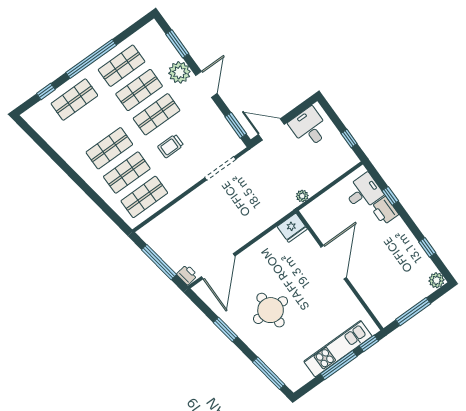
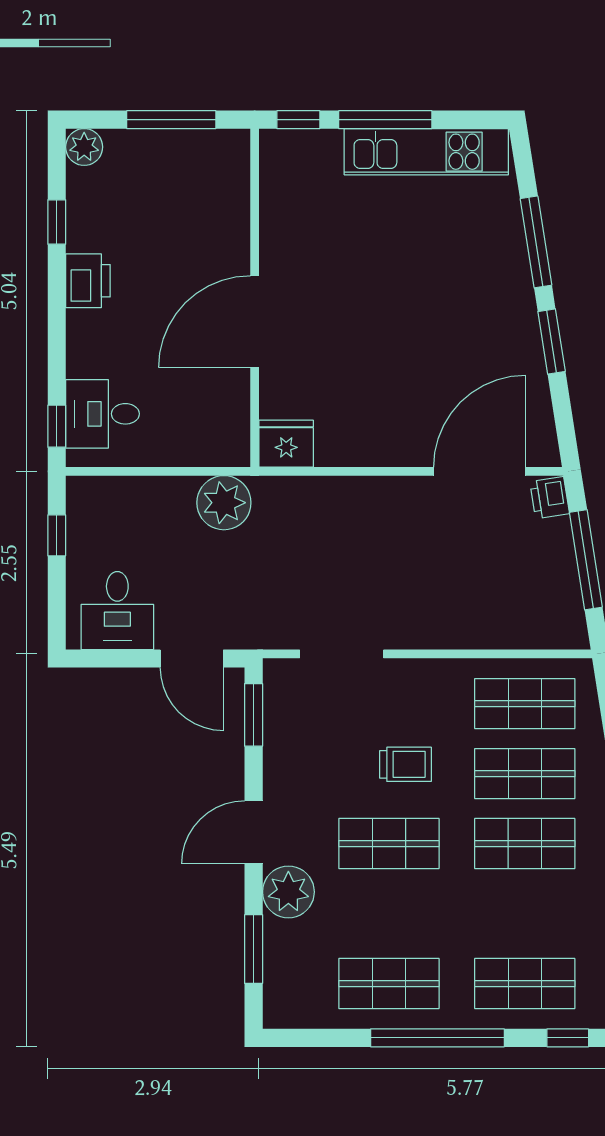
shop shelf: (139, 90) -> (389, 914), removed
plant: (302, 196) -> (224, 503), width x1.88, depth x1.88
window: (390, 196) -> (57, 426), moved
printer: (384, 211) -> (88, 281), moved
round table: (271, 310) -> (440, 317), removed
kitchen unit: (338, 349) -> (426, 152), moved
window: (269, 373) -> (536, 242), moved

